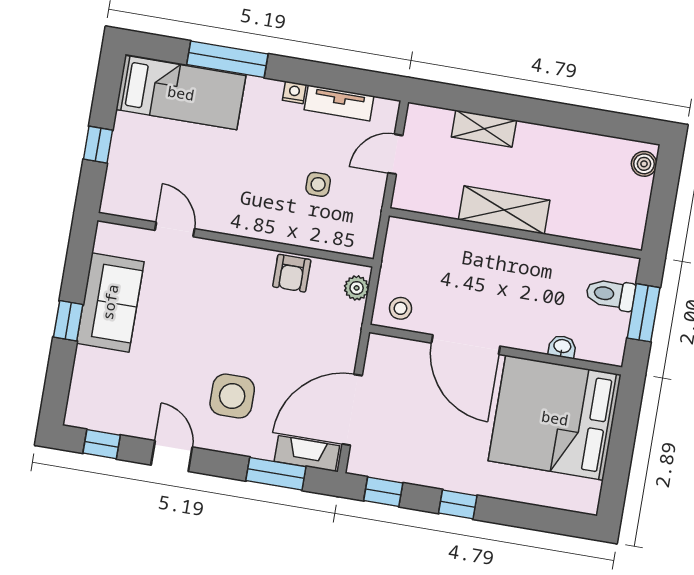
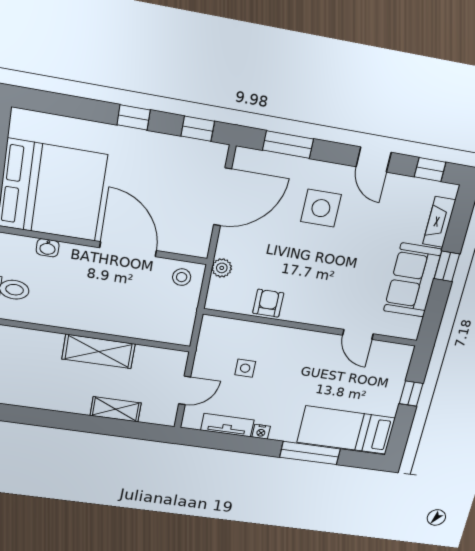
plant: (357, 288) -> (222, 268), moved
fireplace: (307, 454) -> (439, 222), moved, turned 90

